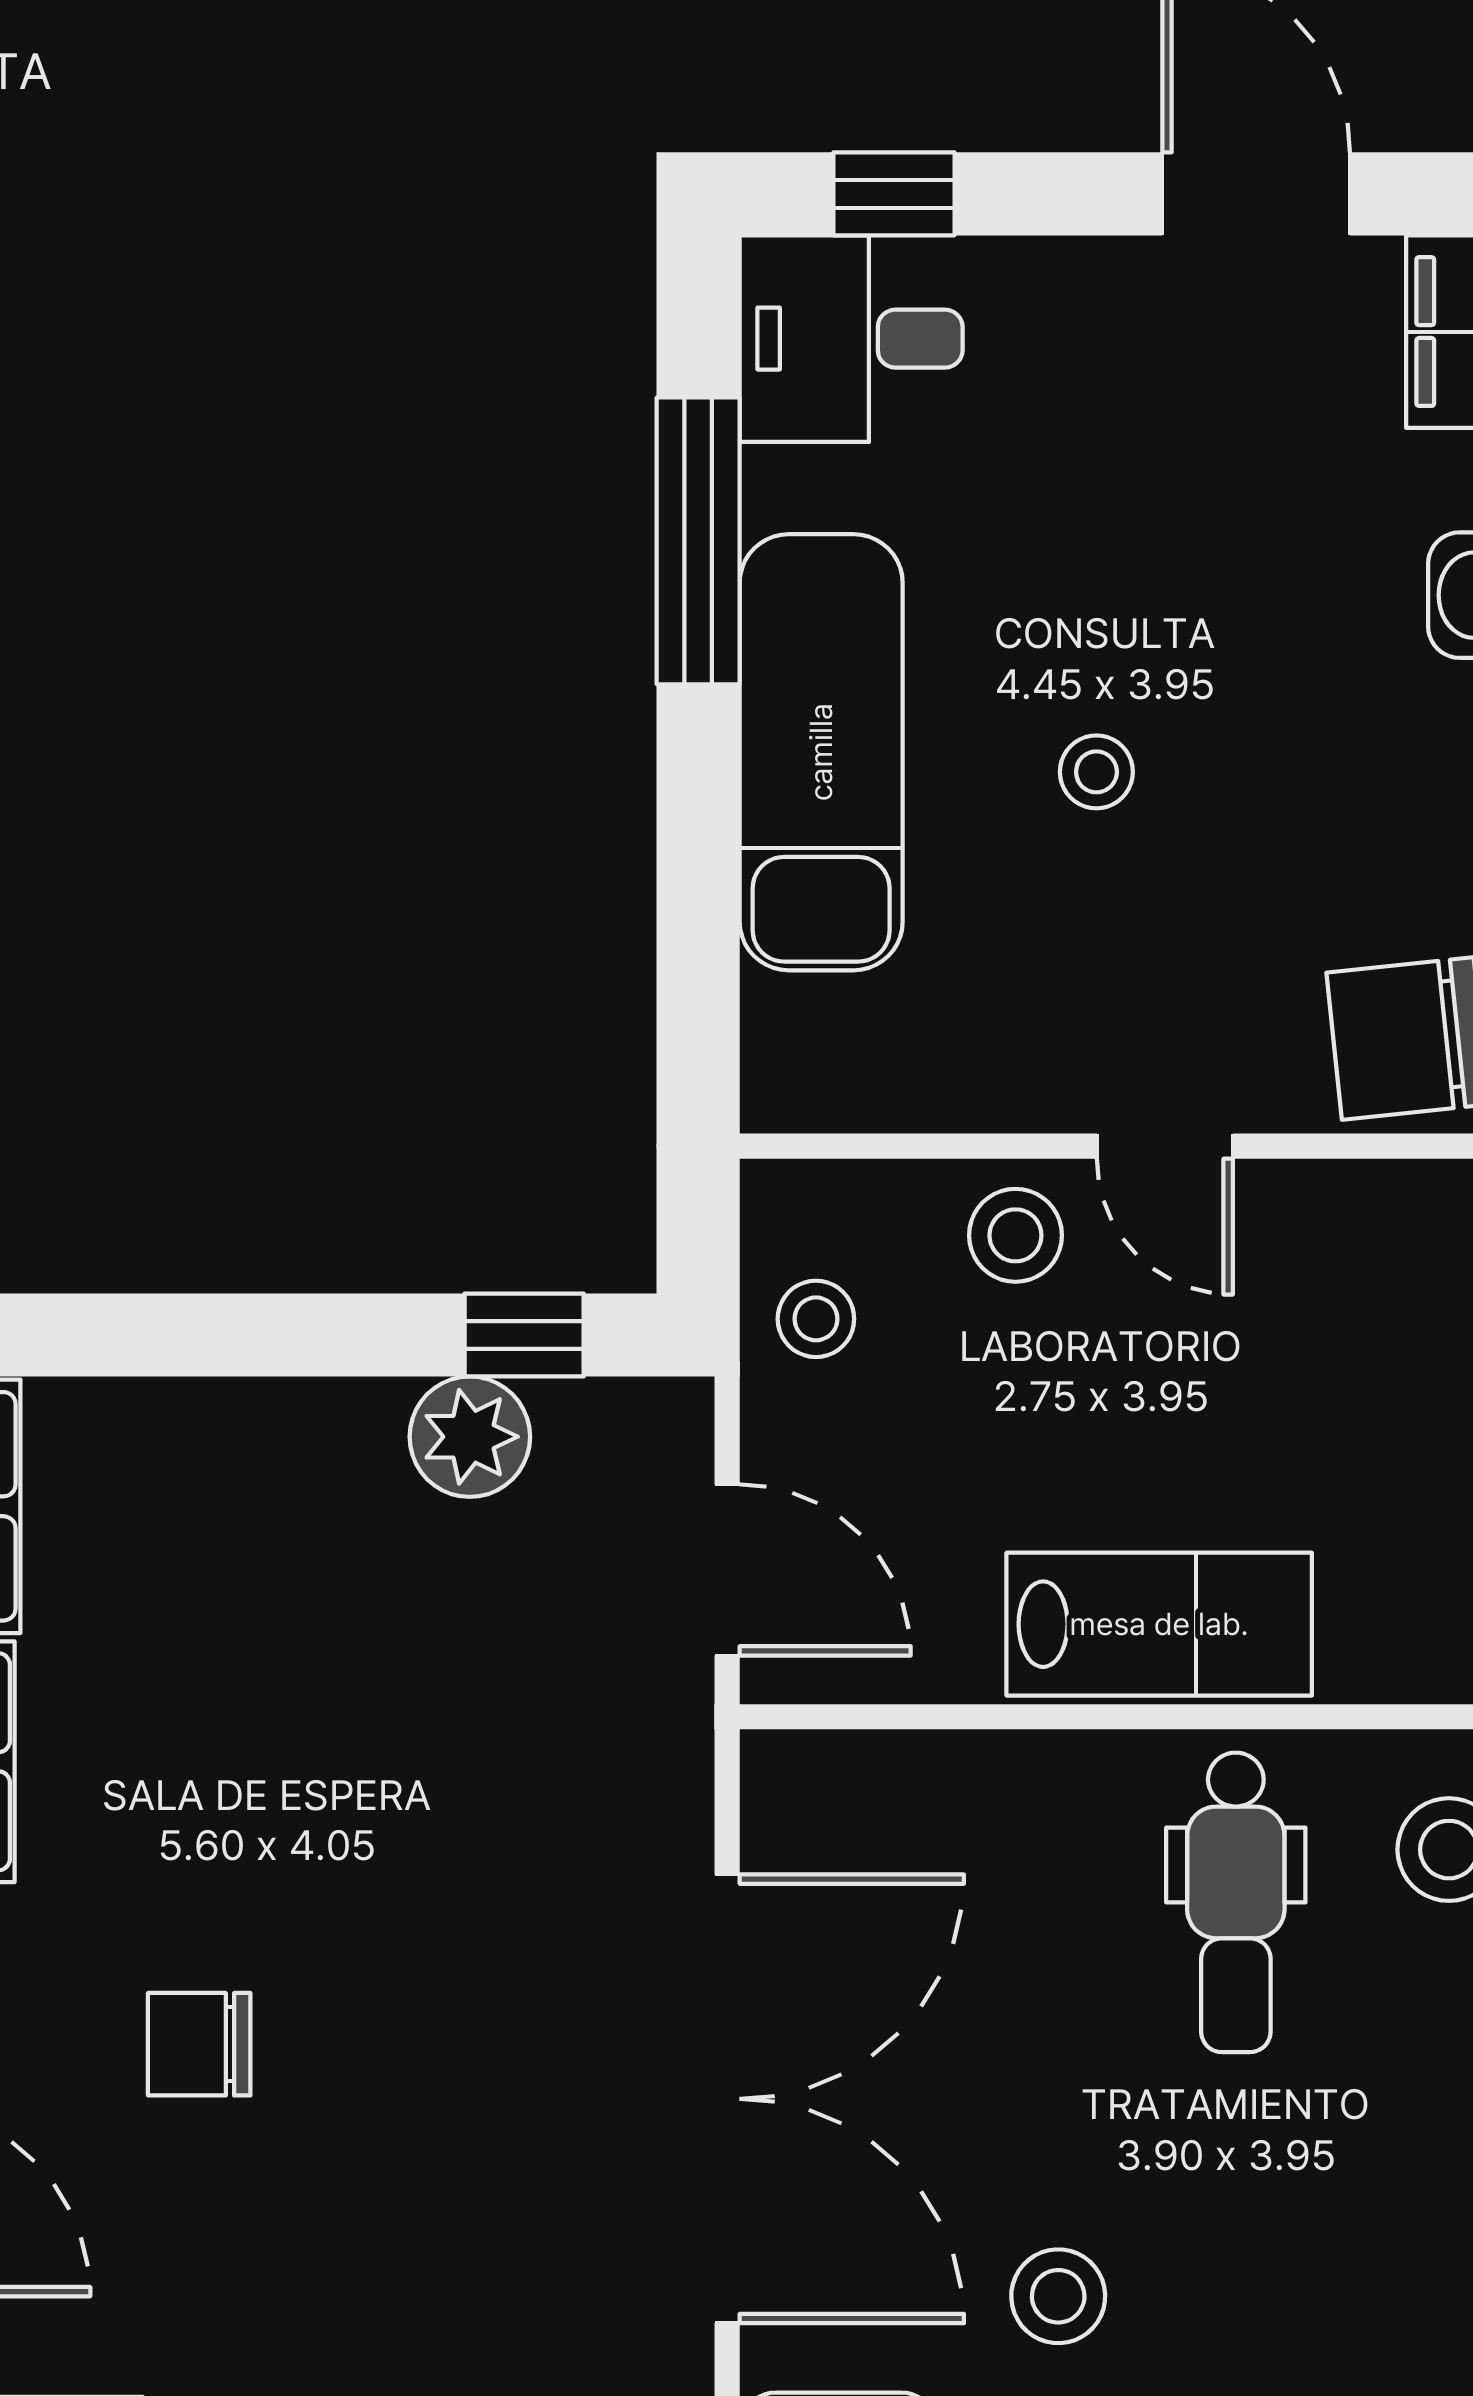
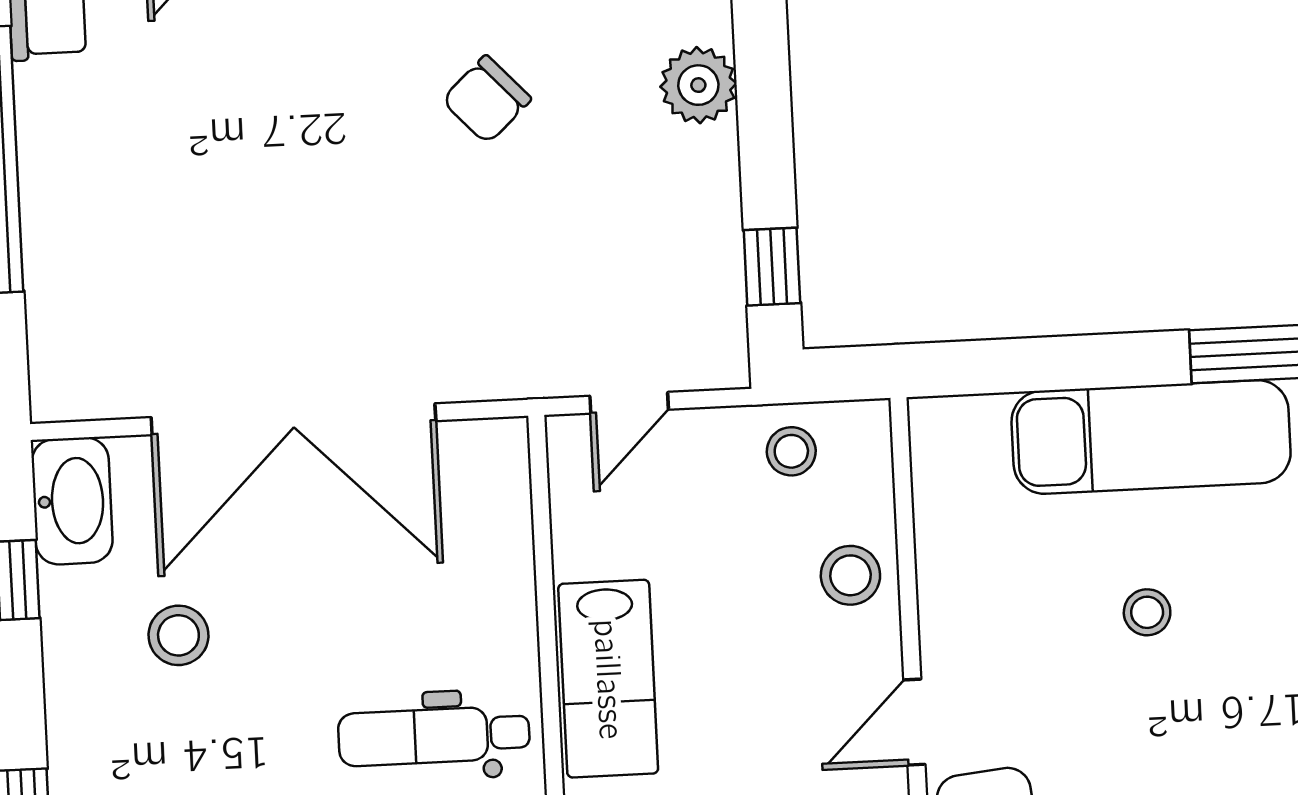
door: (1165, 1146) -> (914, 722), moved
plant: (470, 1437) -> (698, 85), moved
door: (727, 1570) -> (629, 403), width x0.73
chair: (199, 2044) -> (487, 100), moved, turned -133

